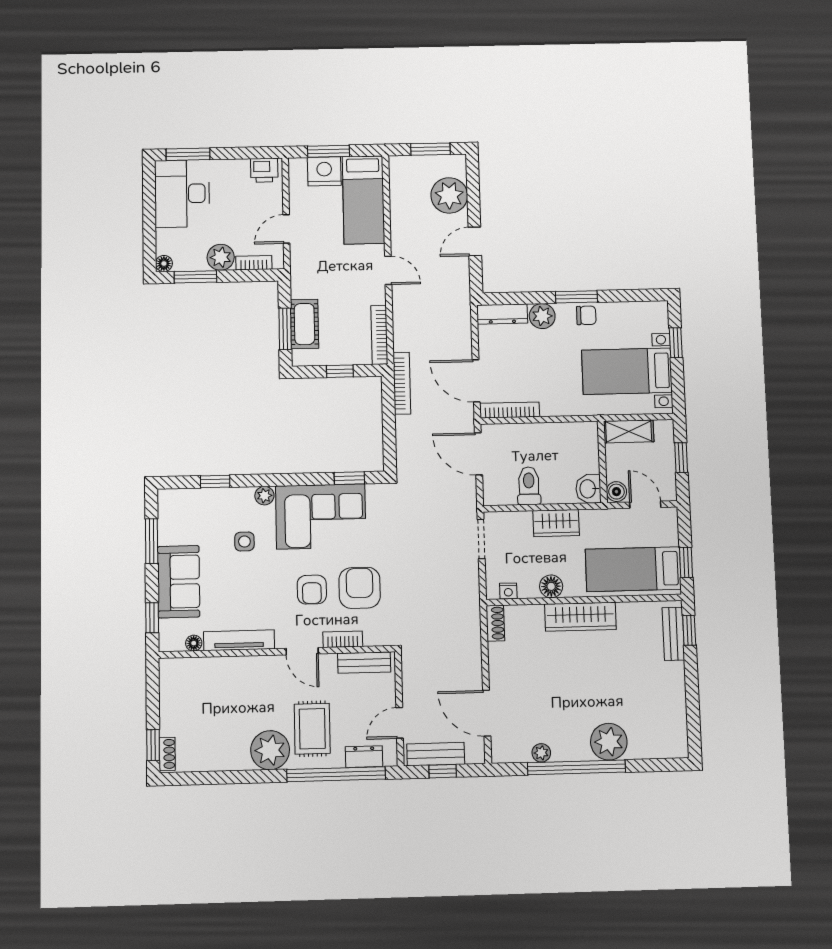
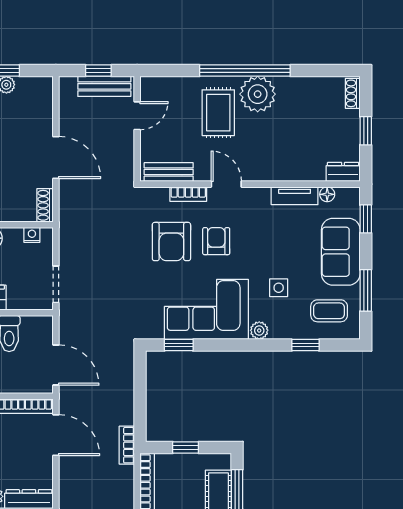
bookcase: (402, 383) -> (127, 445), width x0.64
coffee table: (190, 518) -> (329, 311), added
tv unit: (239, 640) -> (295, 196), width x0.71
door: (487, 713) -> (56, 158), moved
window: (153, 745) -> (366, 131), moved
dresser: (364, 757) -> (343, 172), moved, turned 180
window: (336, 774) -> (245, 71), moved

